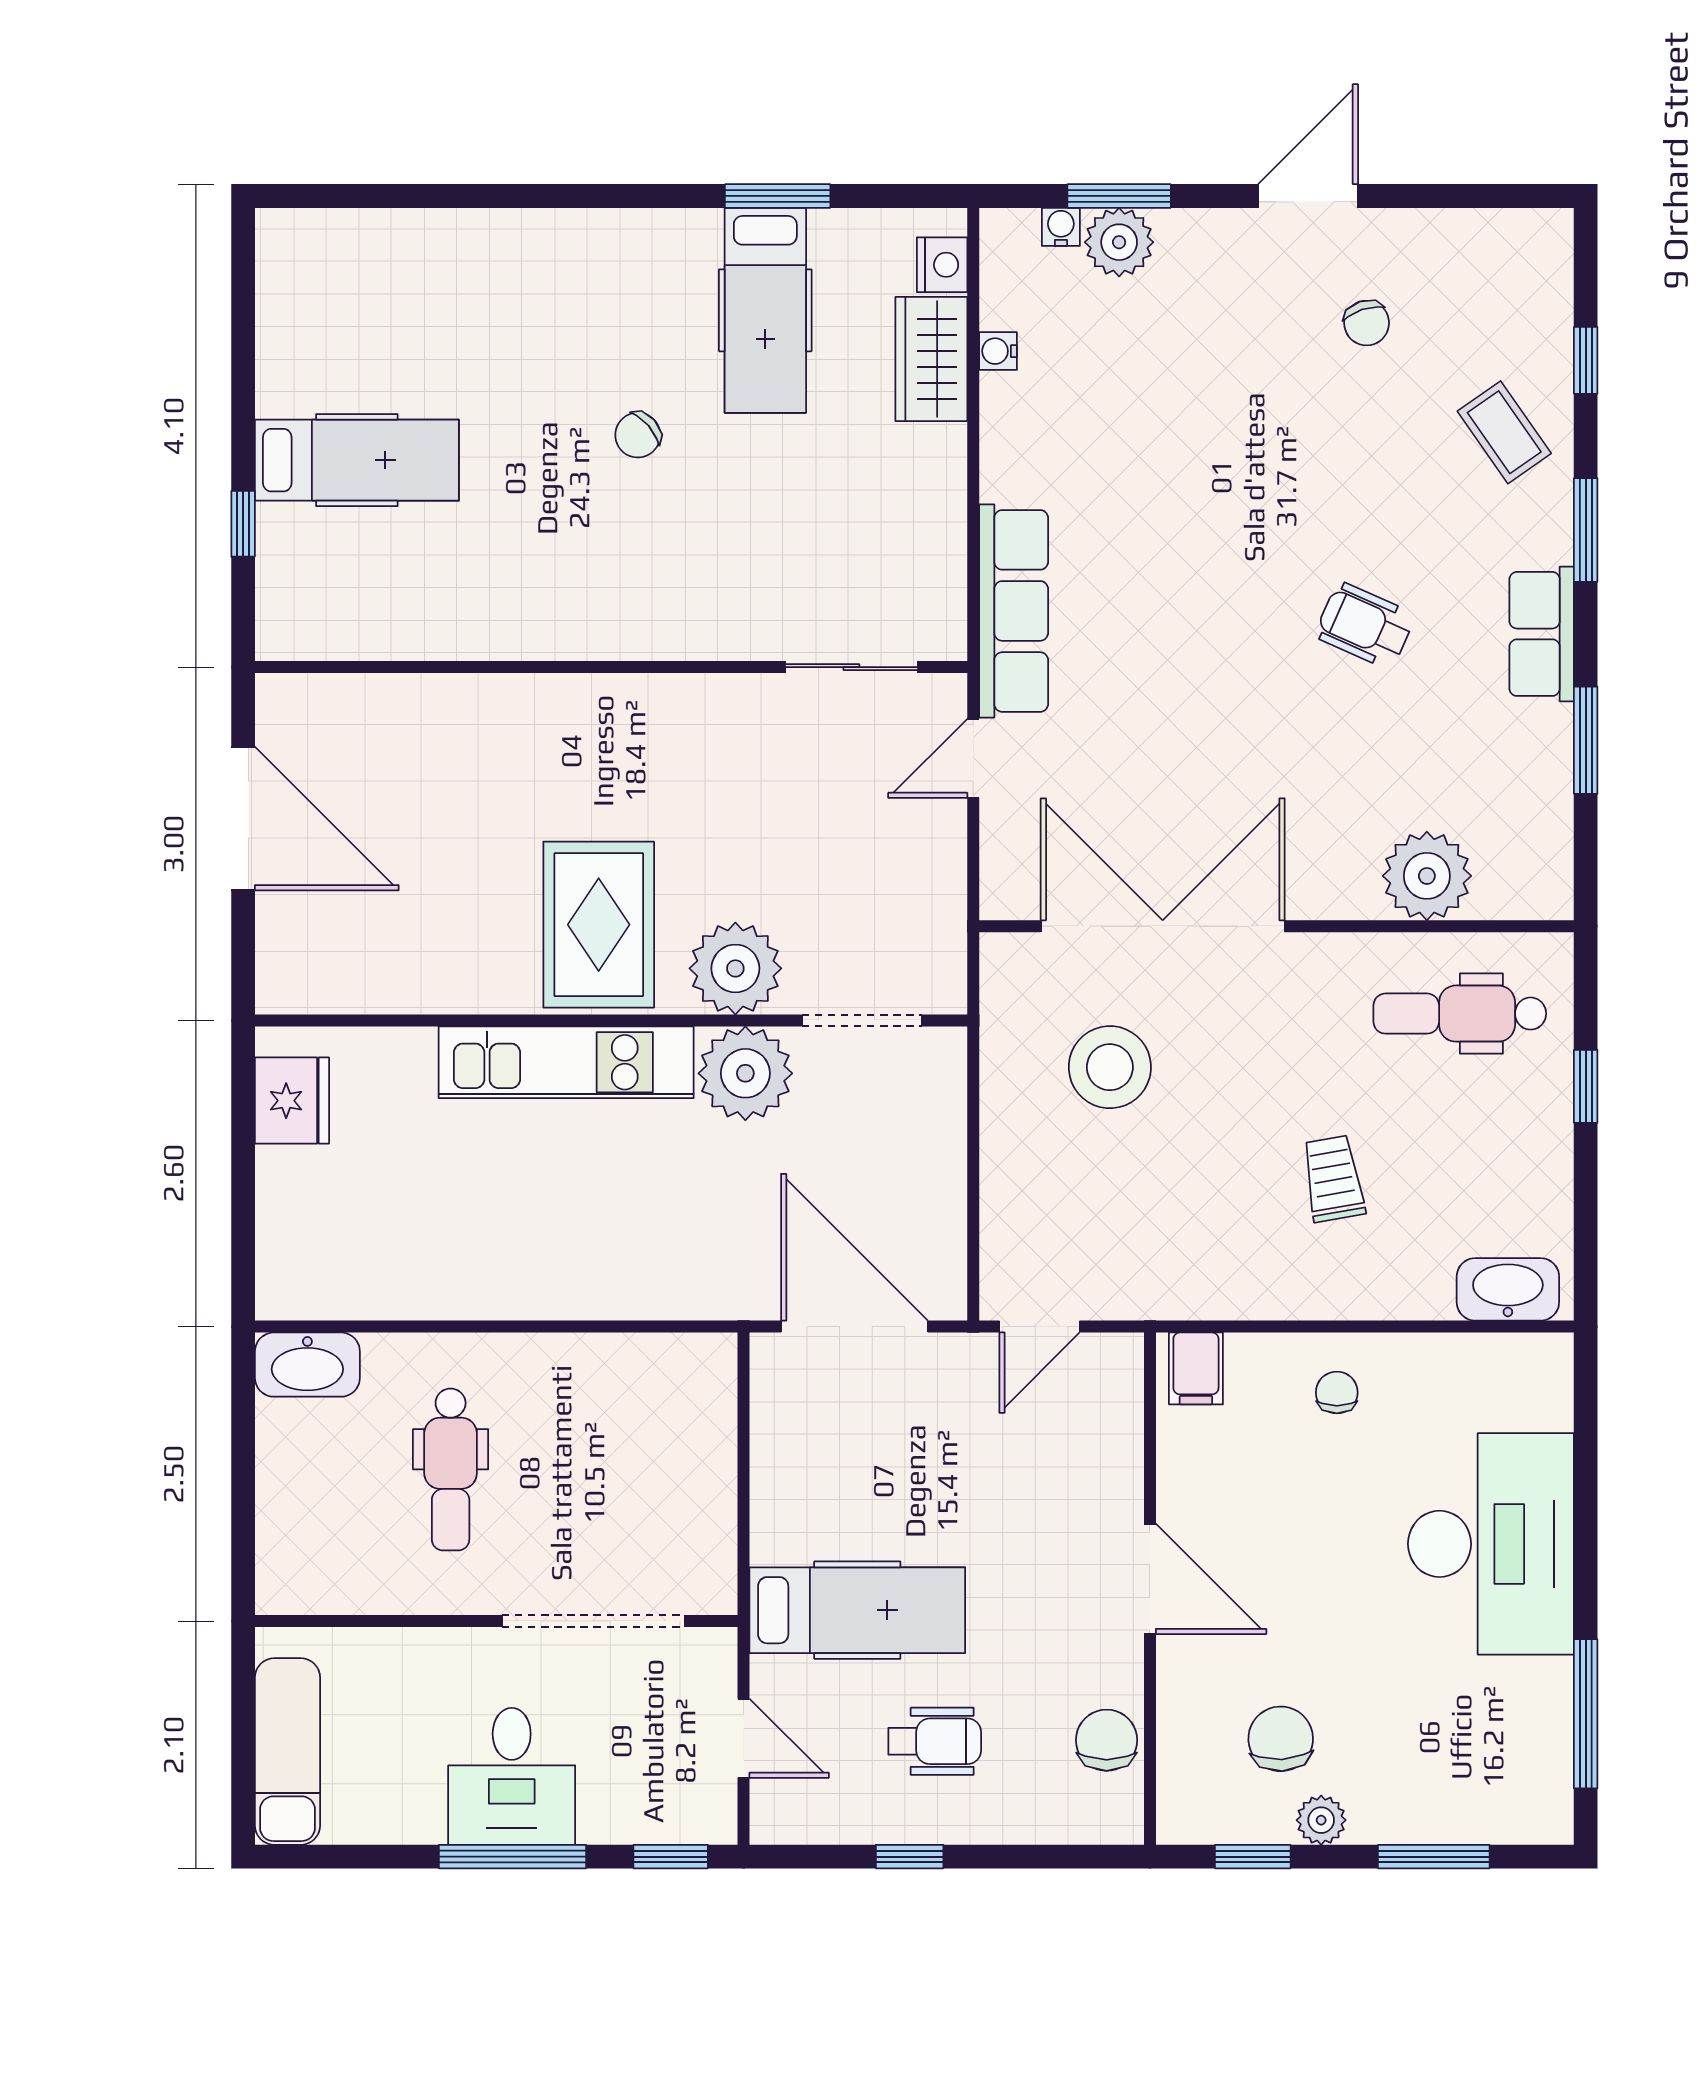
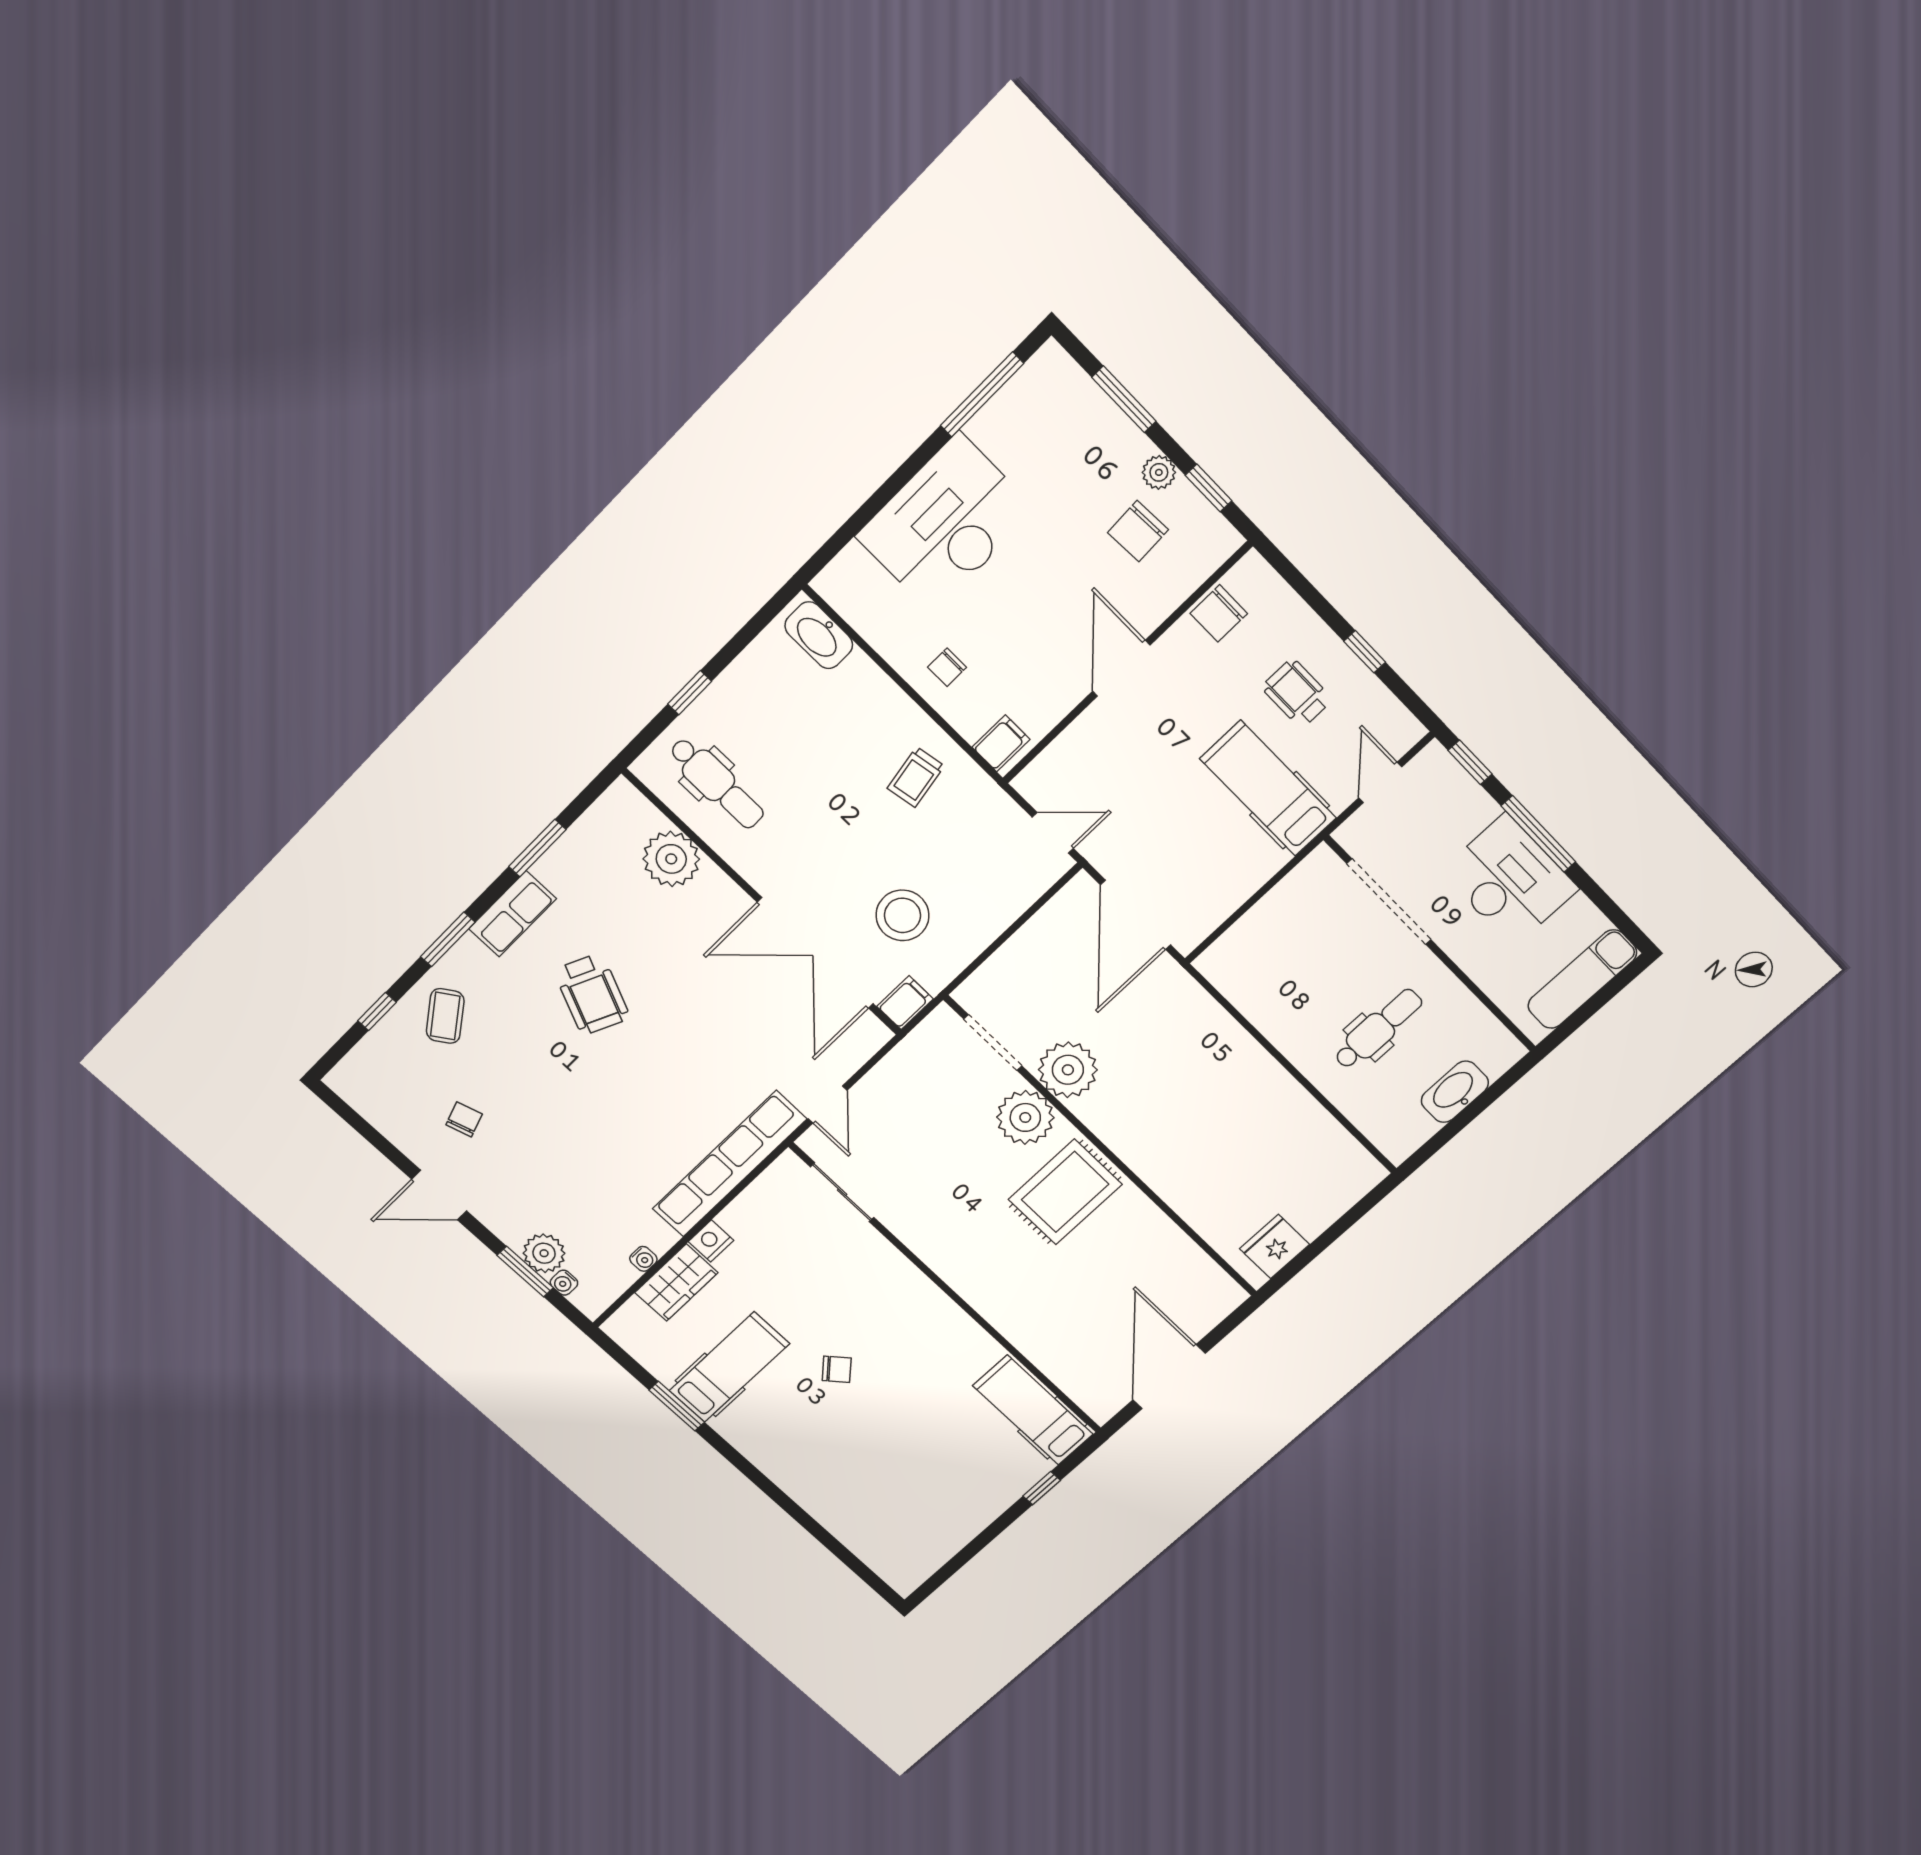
nightstand: (942, 265) -> (711, 1241), moved
hospital bed: (357, 460) -> (1033, 1410), moved
row of seats: (1014, 611) -> (729, 1164), width x1.36
wheelchair: (1365, 625) -> (592, 994), width x1.36, depth x1.37
door: (973, 758) -> (828, 1105), hinge flipped
filing cabinet: (1006, 968) -> (905, 1003), added
kitchen unit: (566, 1062) -> (1141, 1150), removed
trolley: (1333, 1179) -> (916, 777), moved
washbasin: (307, 1365) -> (1455, 1092), moved, turned -90
desk: (512, 1776) -> (1509, 880), width x1.37

